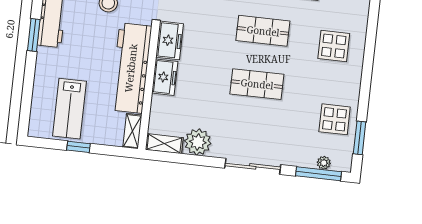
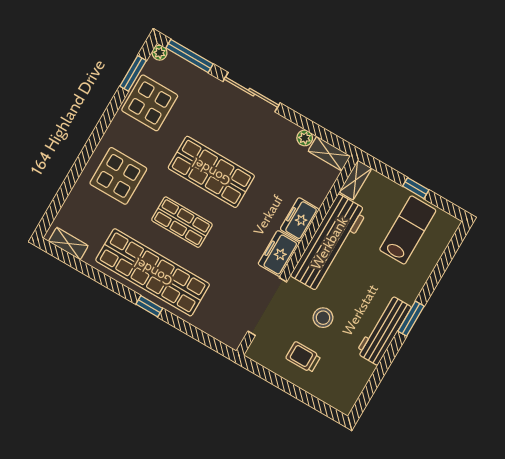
display table: (334, 46) -> (118, 176), width x1.36, depth x1.36
shop shelf: (257, 84) -> (211, 172), width x1.43, depth x1.36
display table: (335, 119) -> (150, 103), width x1.36, depth x1.36
plant: (198, 142) -> (305, 138), width x0.53, depth x0.53
plant: (324, 163) -> (160, 53), moved

